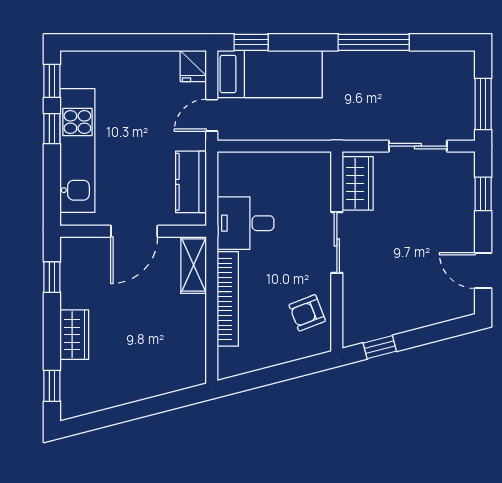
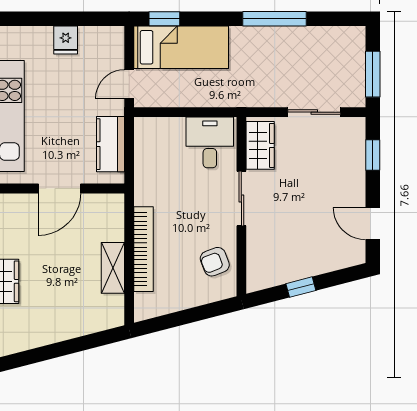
fridge: (193, 66) -> (66, 40), moved
desk: (245, 223) -> (210, 142), moved, turned 90
shelving: (194, 265) -> (113, 268), moved
window: (380, 347) -> (301, 287), moved

